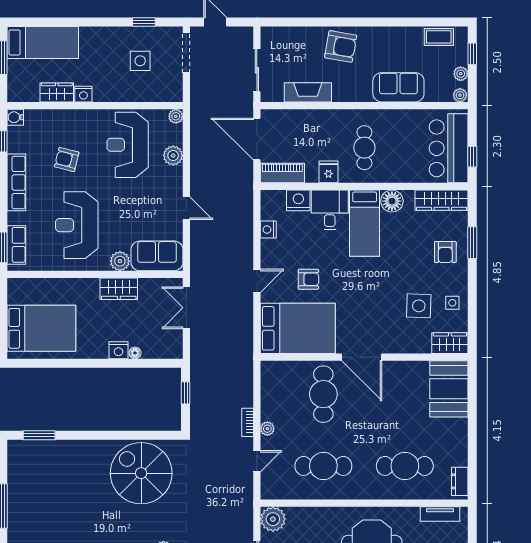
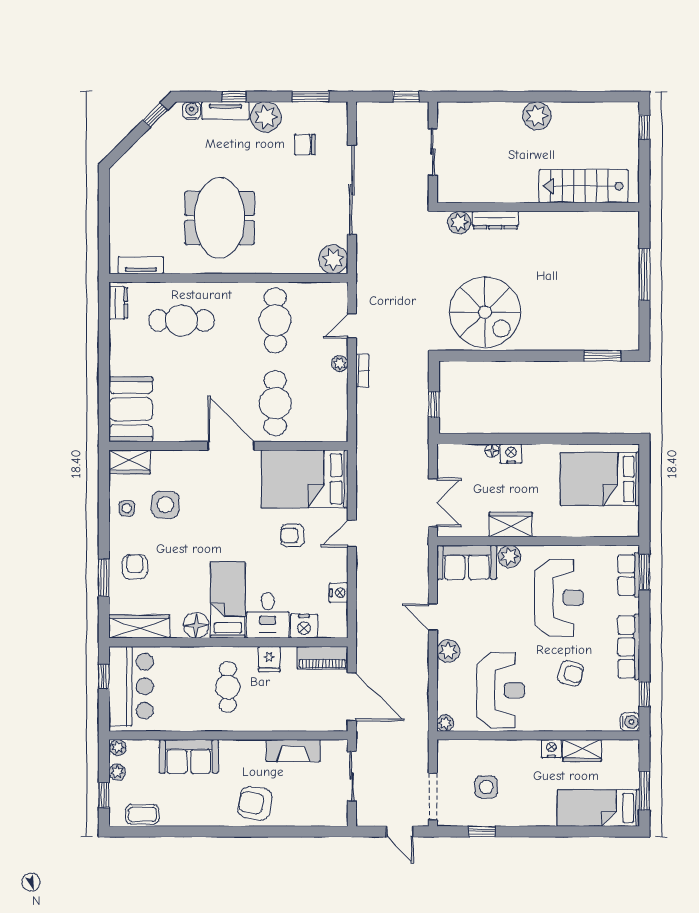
plant: (173, 156) -> (448, 651), moved
cafe table: (323, 466) -> (275, 320), turned 90

